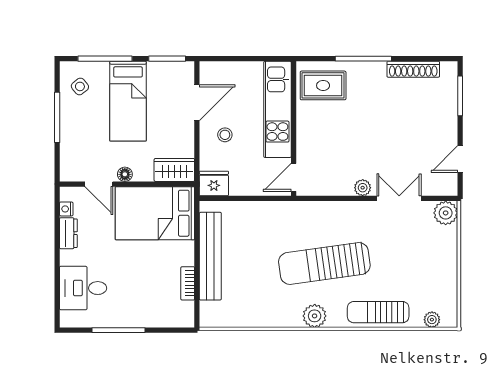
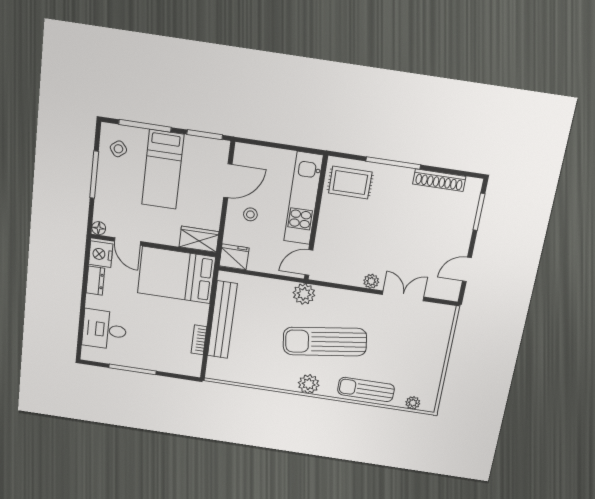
floor lamp: (125, 174) -> (99, 228), moved
nightstand: (66, 209) -> (101, 254), width x1.89, depth x1.79
plant: (446, 213) -> (304, 294), moved

